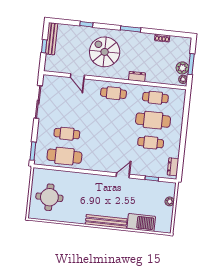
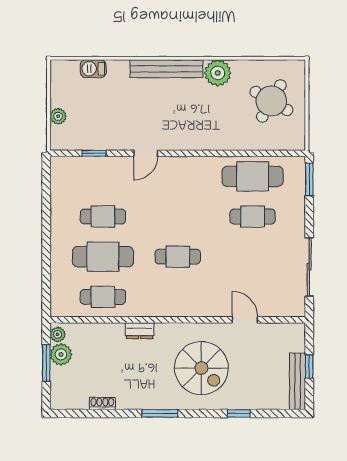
cafe table: (114, 93) -> (178, 257), moved
dresser: (173, 167) -> (59, 178), removed
round table: (49, 197) -> (271, 101), turned 30
plant: (78, 216) -> (218, 73), added
barbecue: (141, 223) -> (93, 69), width x0.53, depth x0.65

